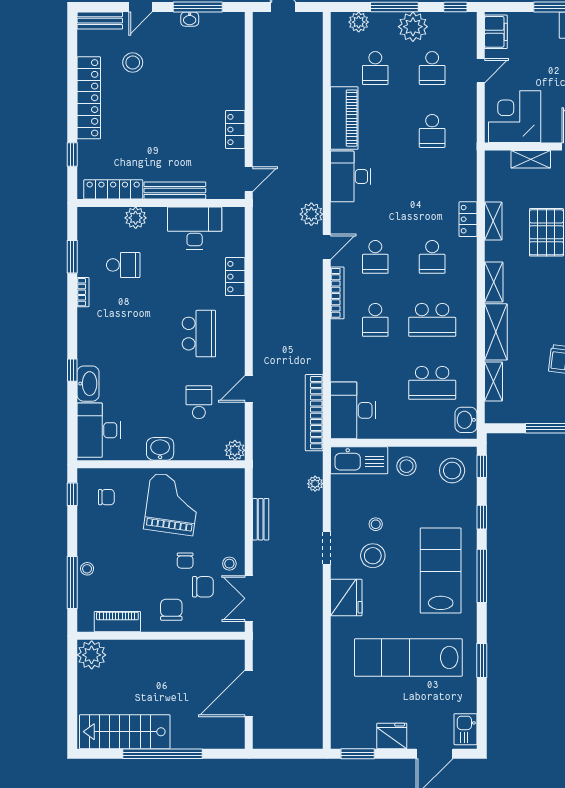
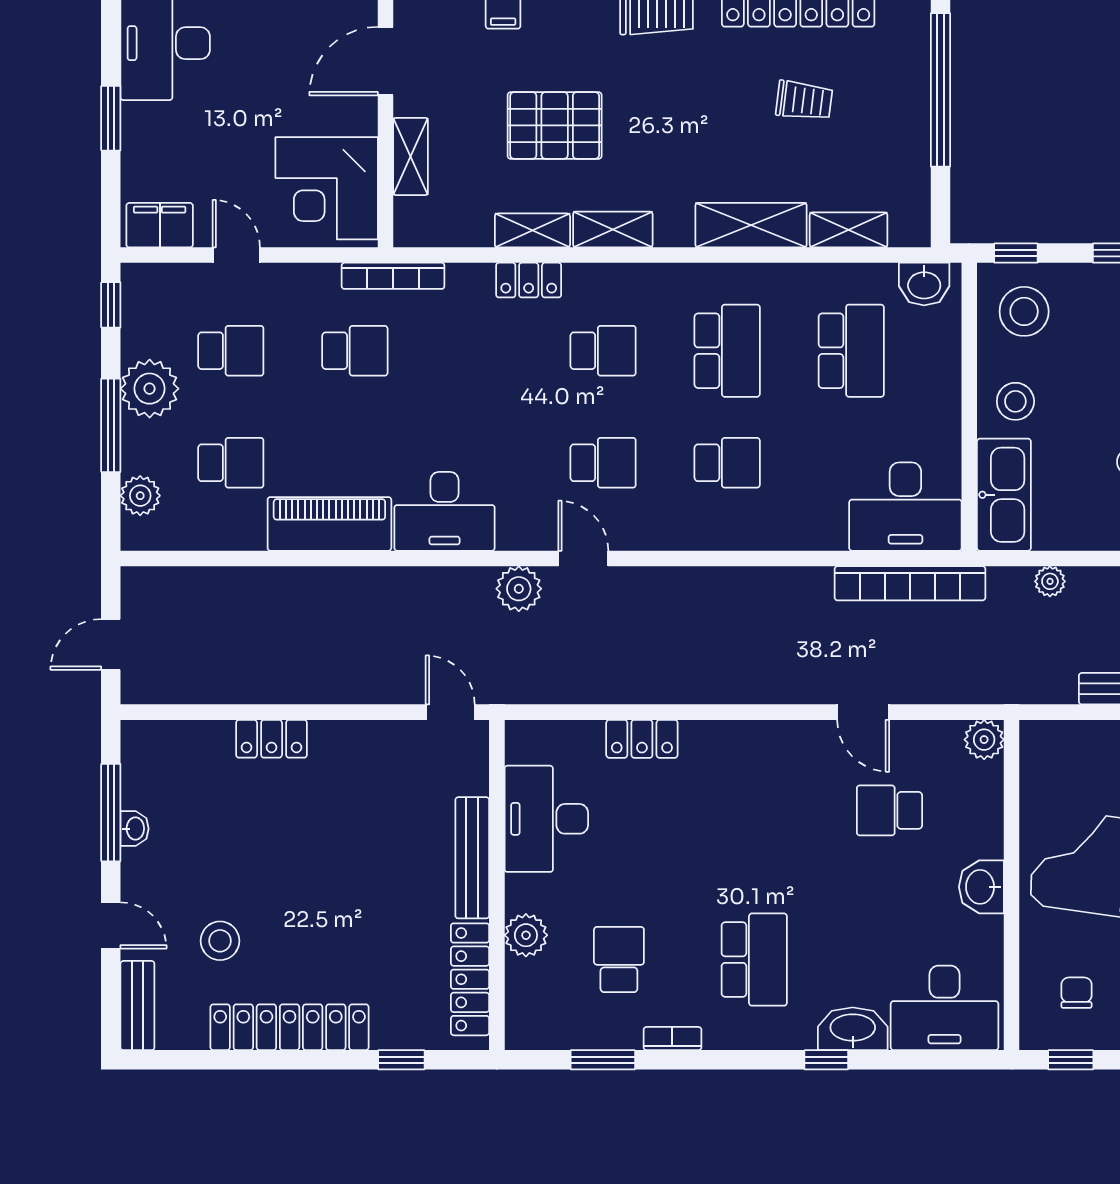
locker: (235, 130) -> (272, 739), moved
shelving: (494, 282) -> (613, 229), moved
bookcase: (337, 293) -> (393, 276), moved, turned 180
school desk: (199, 334) -> (754, 960), moved, turned 90

